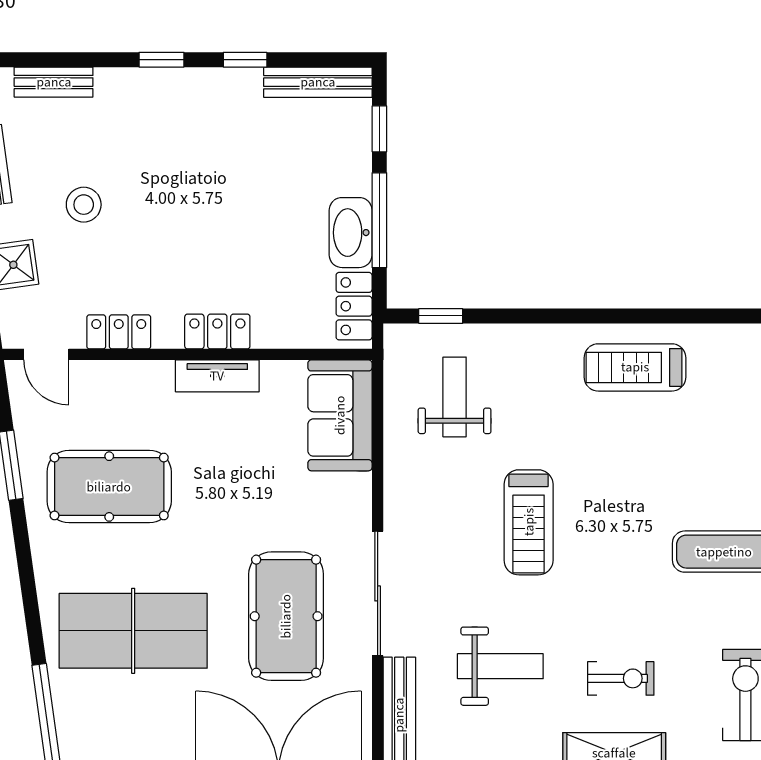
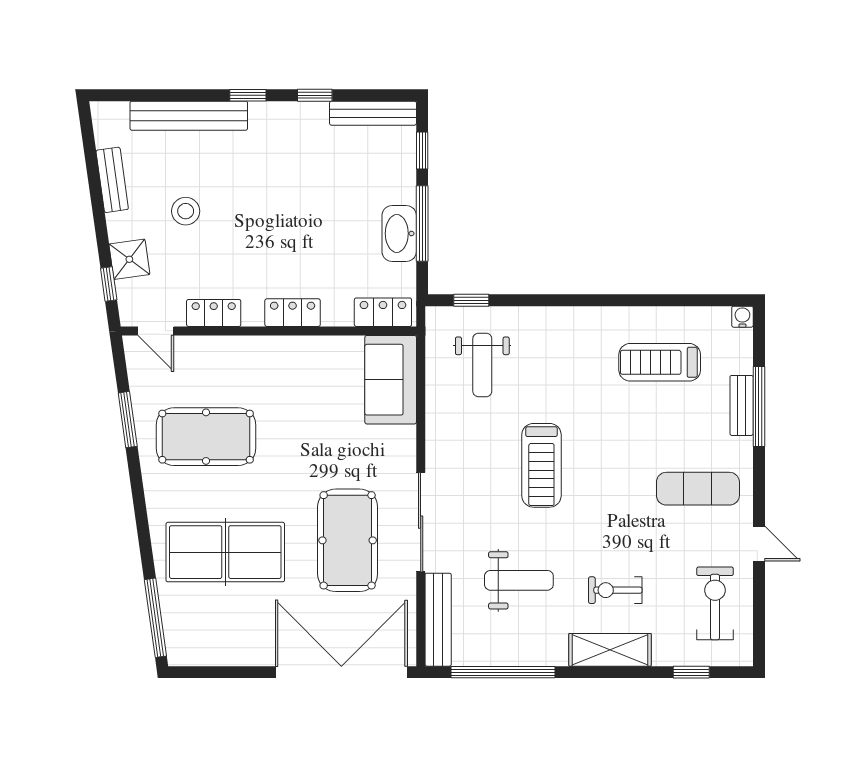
bench: (54, 82) -> (189, 116), width x1.86, depth x1.21
locker: (354, 306) -> (383, 312), moved, turned 90
treadmill: (635, 367) -> (660, 362), moved
tv unit: (217, 376) -> (293, 348), removed
weight bench: (455, 397) -> (482, 365), turned 180
exercise bike: (621, 678) -> (615, 590), turned 180

